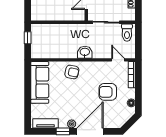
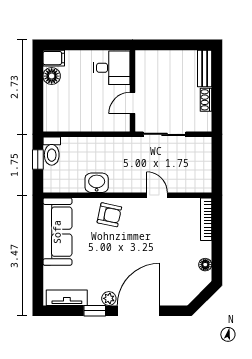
toilet: (127, 33) -> (52, 151), moved
washbasin: (85, 52) -> (97, 183), moved
door: (118, 60) -> (157, 195), moved
armchair: (108, 92) -> (167, 247), removed

